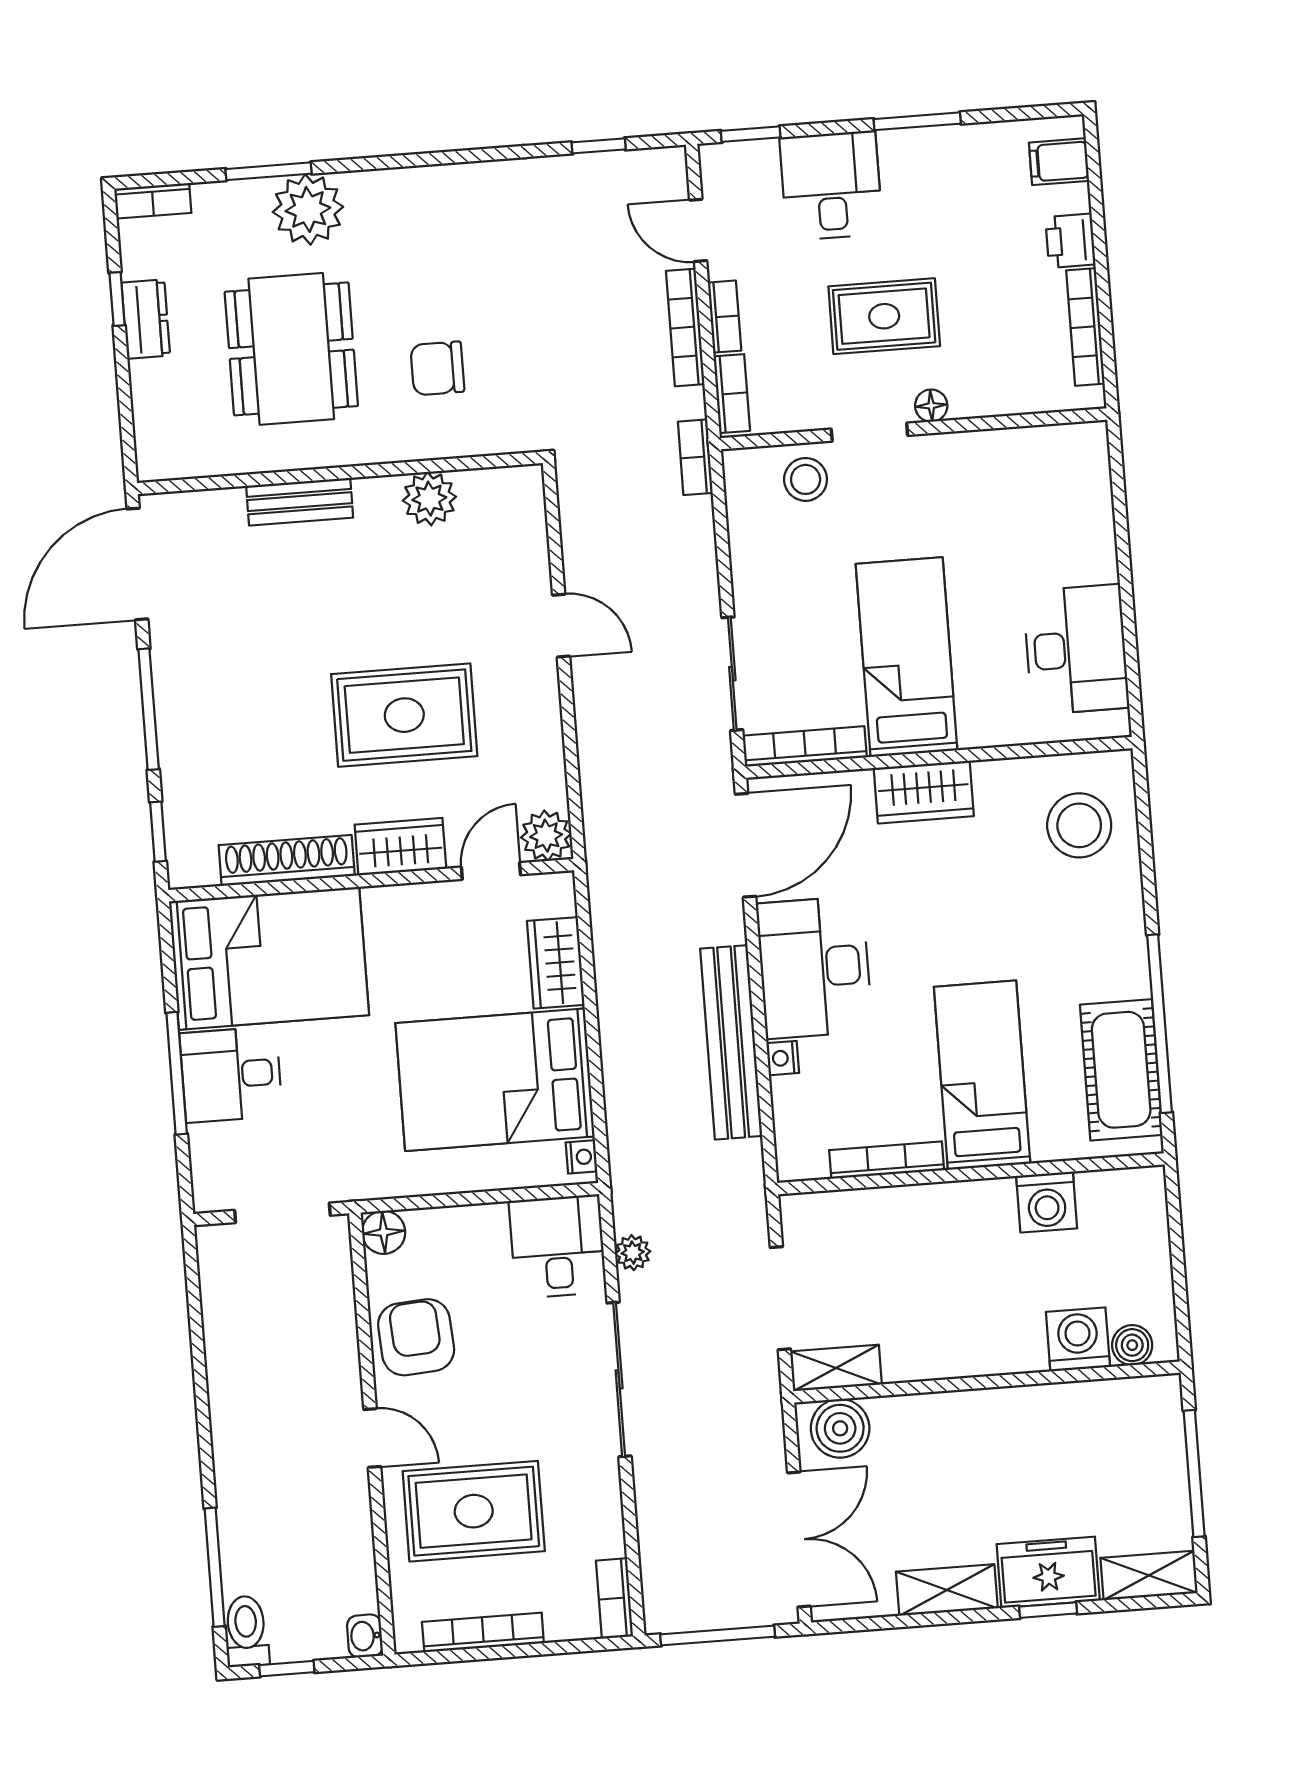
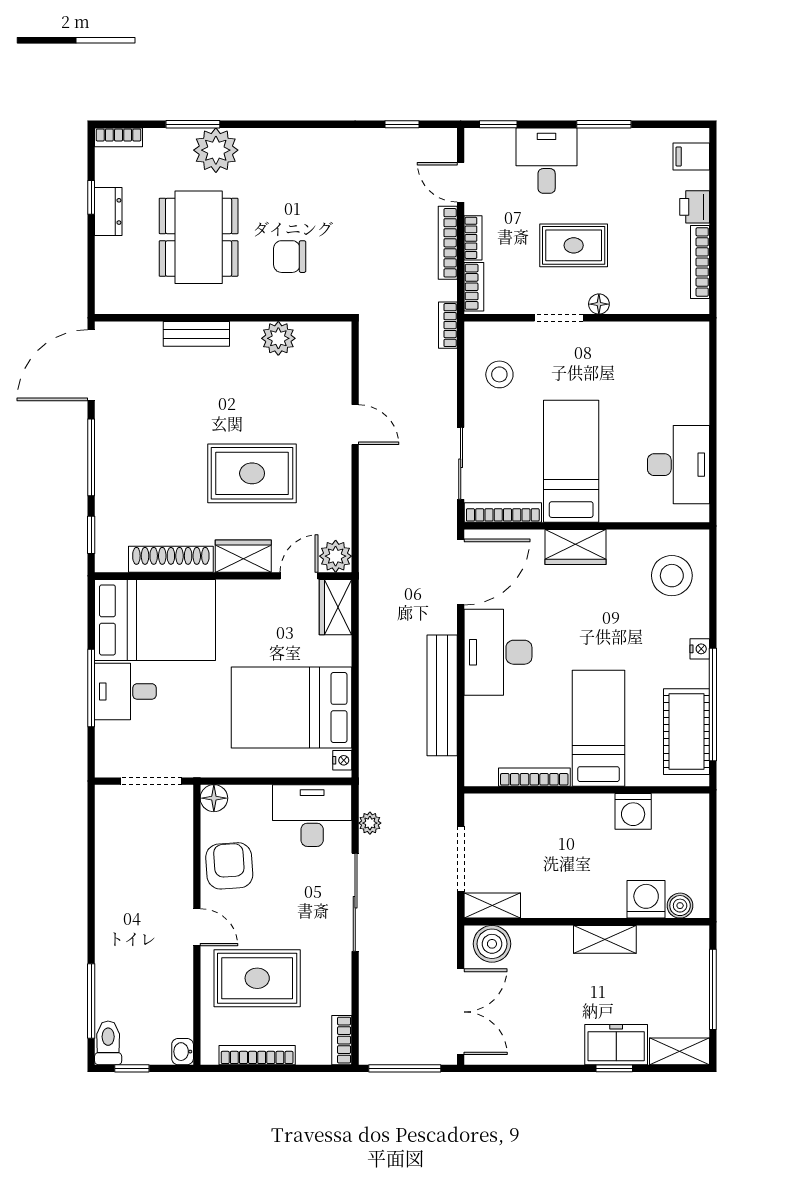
stool: (806, 479) -> (499, 374), moved
wardrobe: (556, 963) -> (335, 607), moved
nightstand: (783, 1058) -> (700, 649), moved, turned 180
desk: (558, 1246) -> (312, 816), width x1.37
shelving: (947, 1590) -> (605, 939), moved

